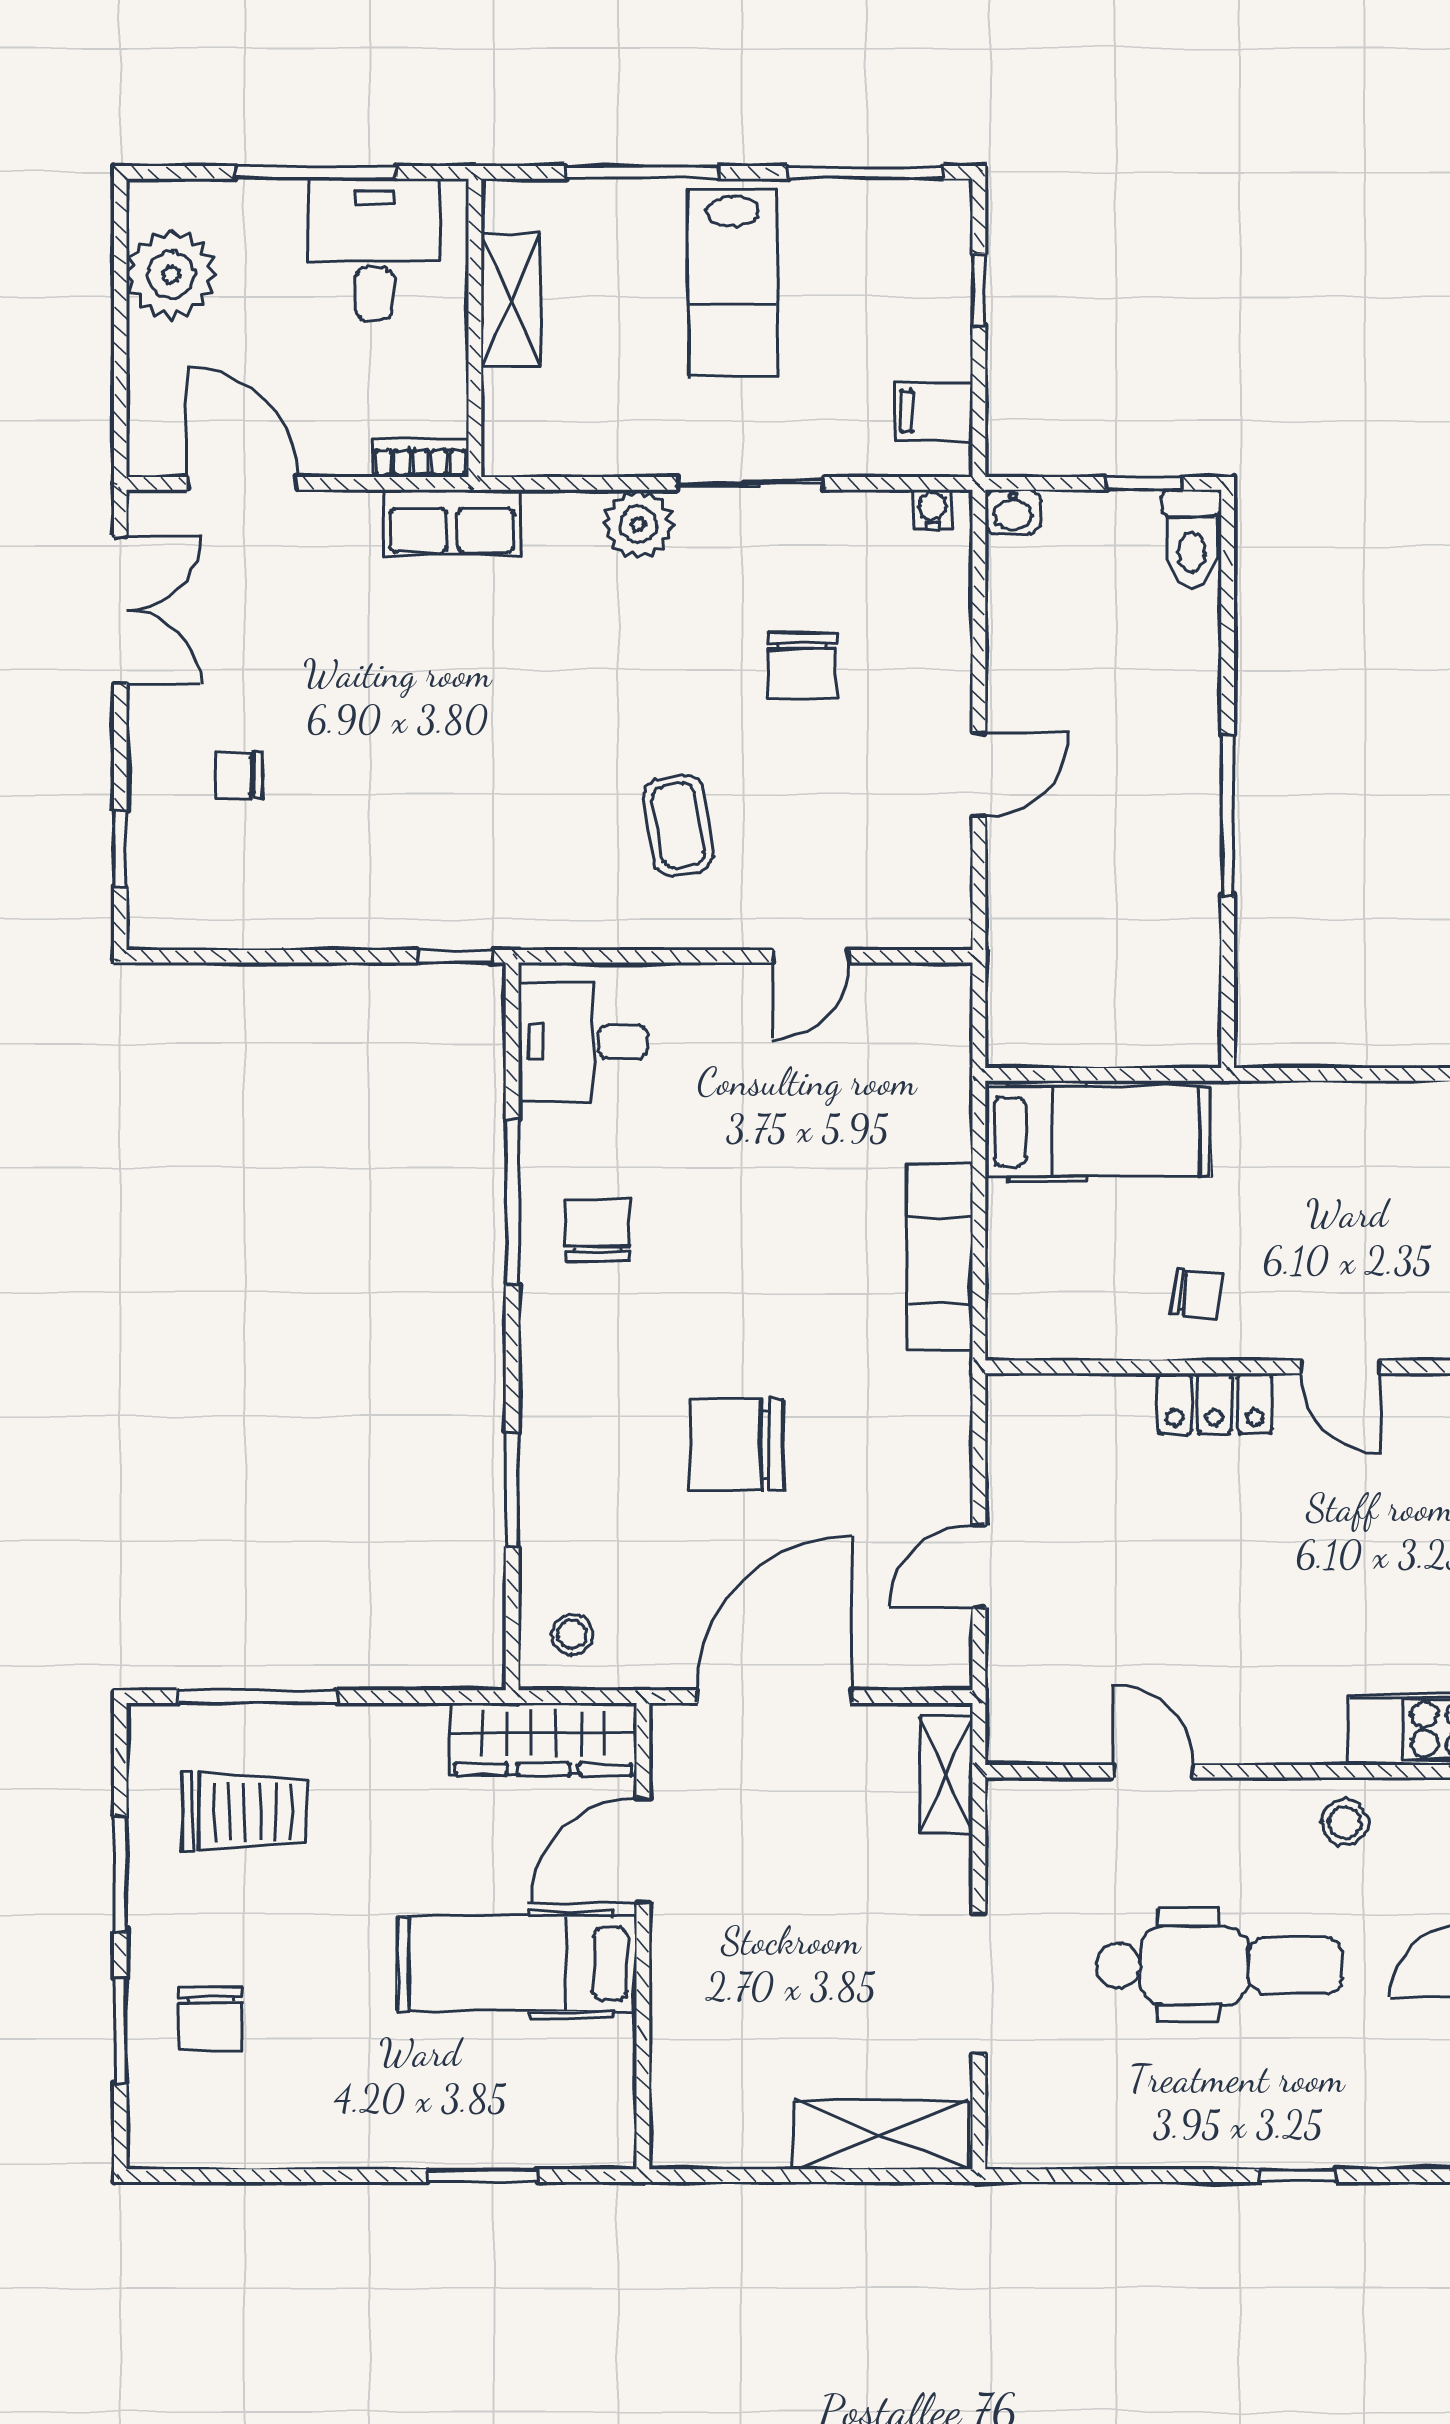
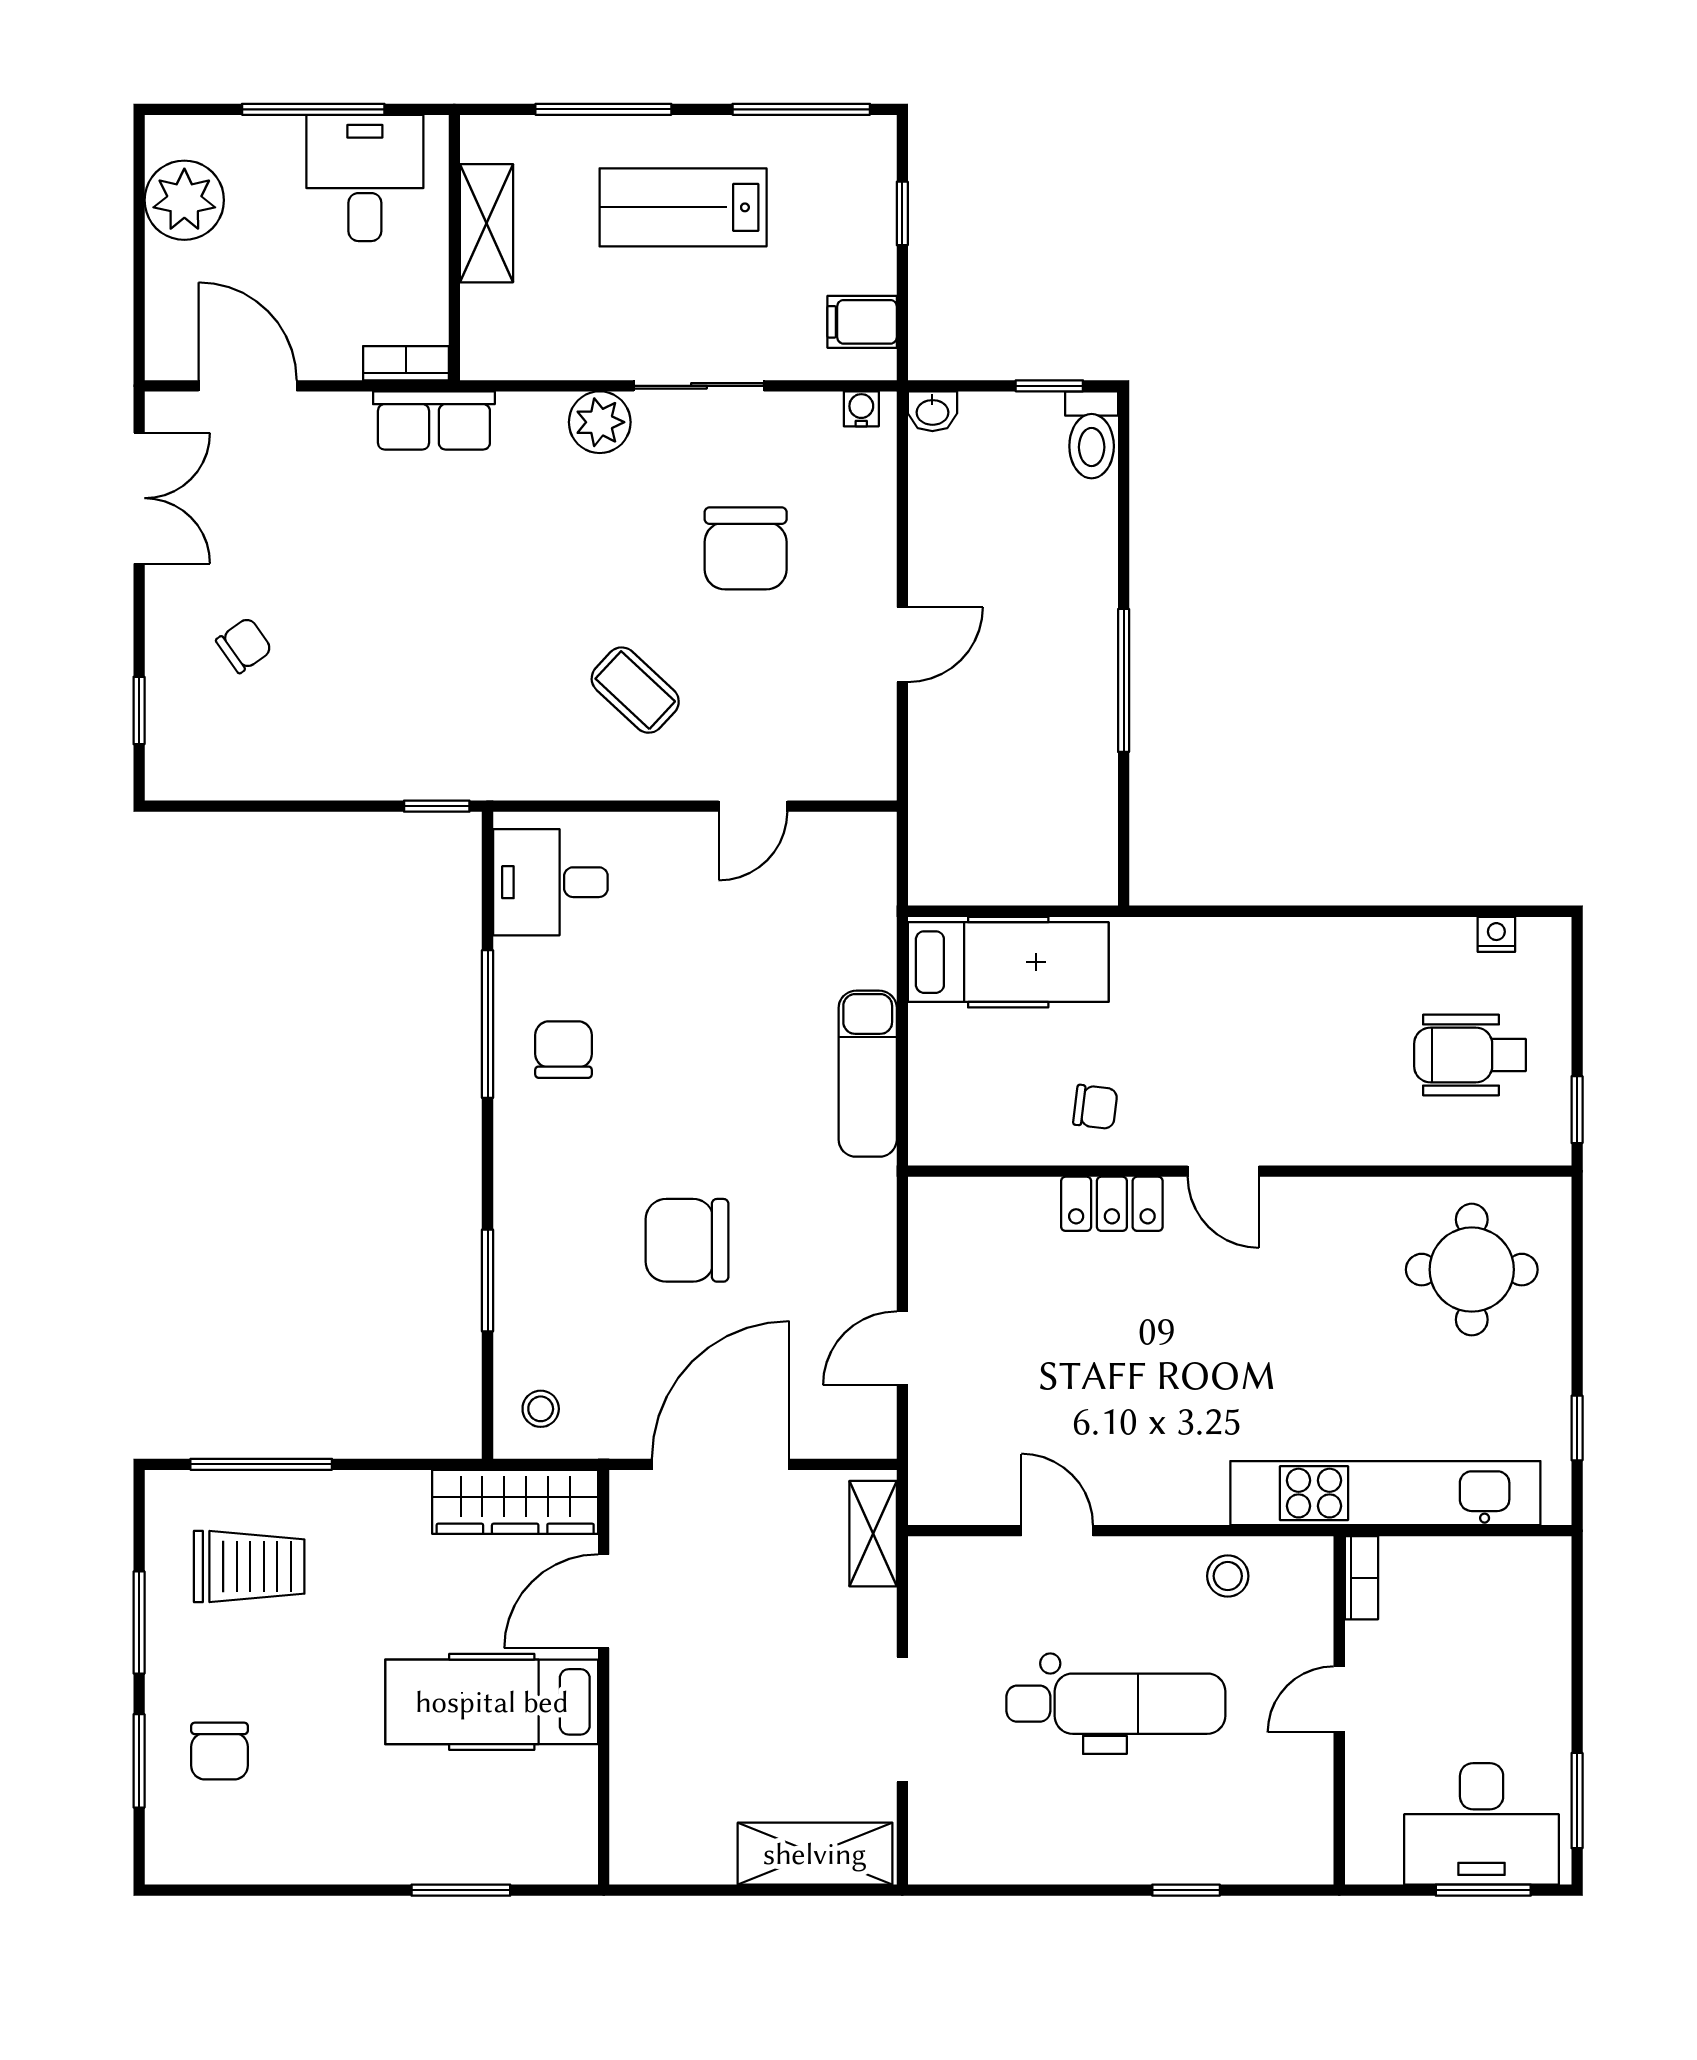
lab bench: (732, 283) -> (683, 207), turned 90
chair: (803, 666) -> (746, 548), width x1.37, depth x1.37
chair: (238, 775) -> (244, 645), turned 145
coffee table: (678, 826) -> (635, 690), turned -38

